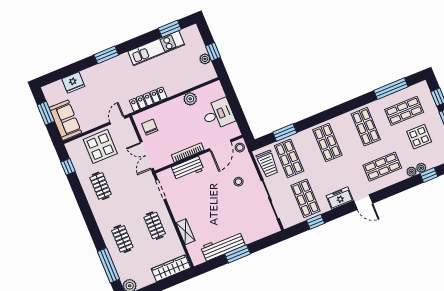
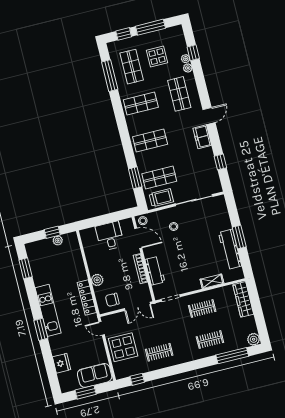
kitchen unit: (156, 48) -> (48, 310), moved
plant: (190, 99) -> (97, 280), moved
shop shelf: (305, 198) -> (198, 168), removed

